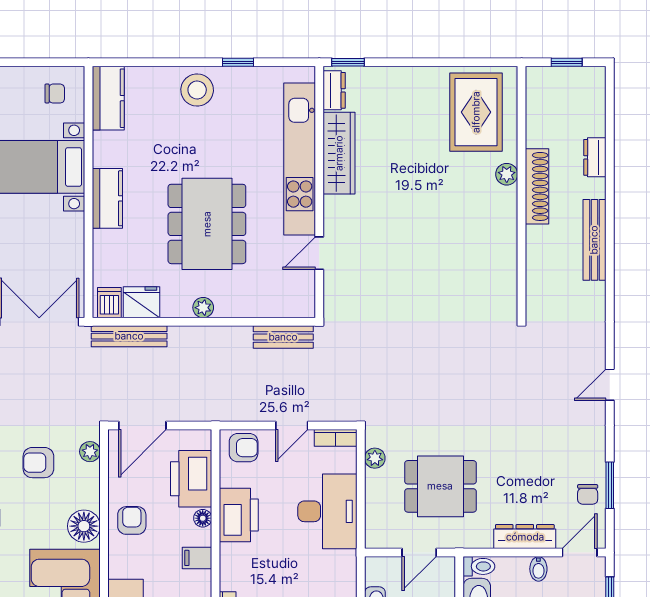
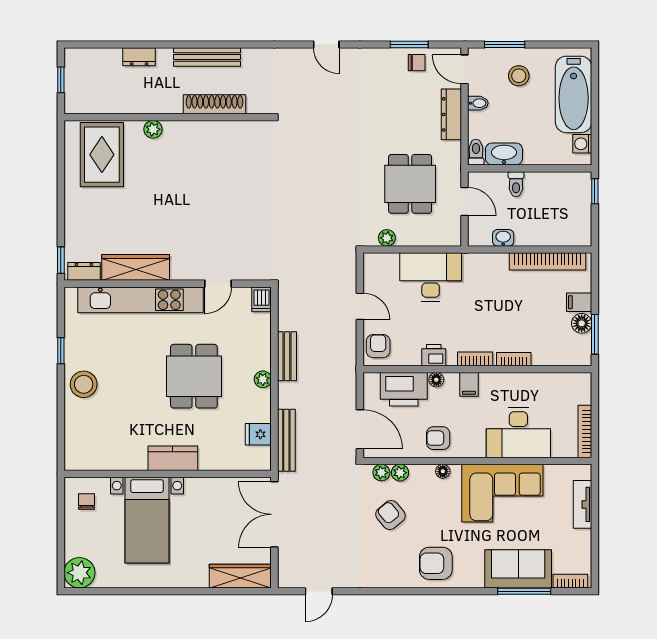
kitchen counter: (108, 98) -> (90, 457), removed
rug: (476, 112) -> (102, 155), turned 90
shoe rack: (537, 186) -> (215, 104), moved
dining table: (207, 224) -> (194, 376), width x0.73
door: (319, 253) -> (218, 284), hinge flipped
fridge: (141, 302) -> (258, 434), width x0.72
dishwasher: (109, 303) -> (262, 299), moved, turned -90
bench: (283, 337) -> (287, 356), moved
bookcase: (336, 438) -> (475, 359), moved, turned -90
armchair: (38, 463) -> (390, 515), turned 140
plant: (90, 474) -> (400, 473), added
printer: (239, 515) -> (434, 355), width x0.53, depth x0.68
floor lamp: (84, 526) -> (443, 471), width x0.53, depth x0.53

